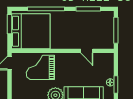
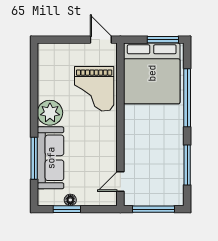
door: (87, 51) -> (120, 182), moved
grand piano: (40, 67) -> (94, 89), turned 180

